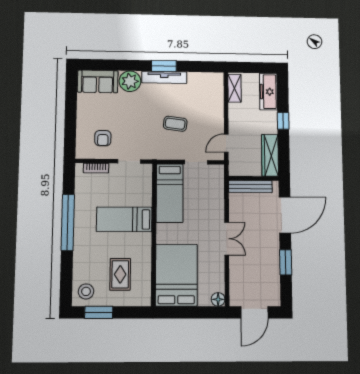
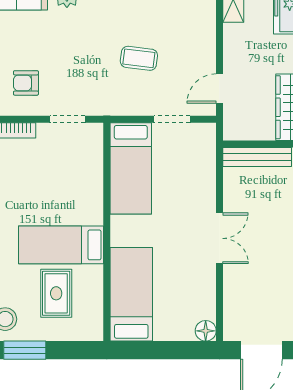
armchair: (103, 138) -> (26, 83), turned 90
bed: (124, 219) -> (61, 245), moved
bed: (176, 275) -> (131, 294), width x0.67

